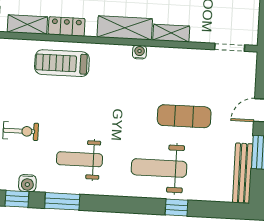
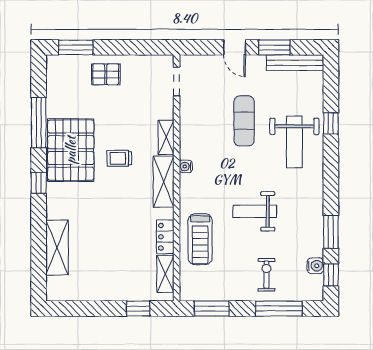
weight bench: (79, 159) -> (255, 211), moved, turned 90

